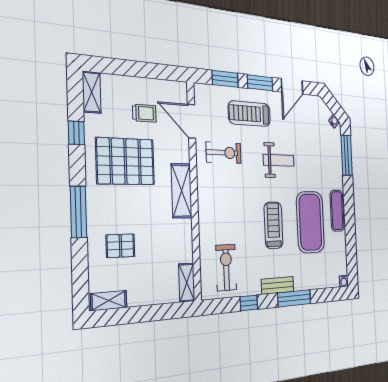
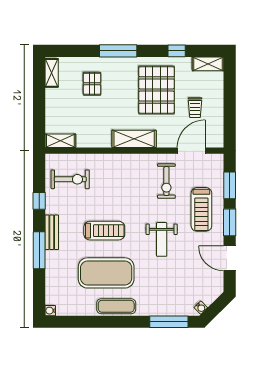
treadmill: (249, 114) -> (201, 209), turned 180

